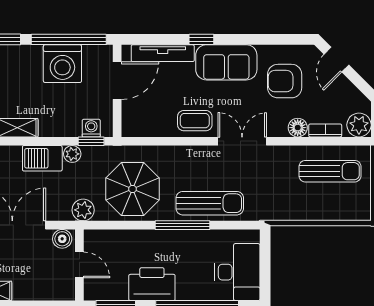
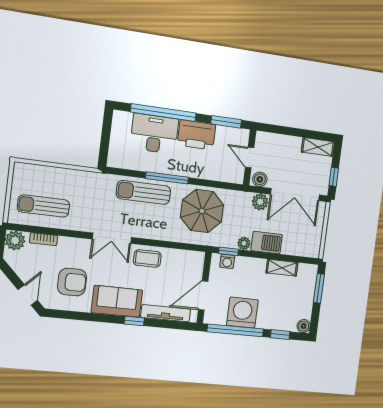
floor lamp: (298, 128) -> (66, 244), removed
plant: (83, 210) -> (260, 202), moved
desk: (237, 272) -> (154, 134), moved, turned 90

